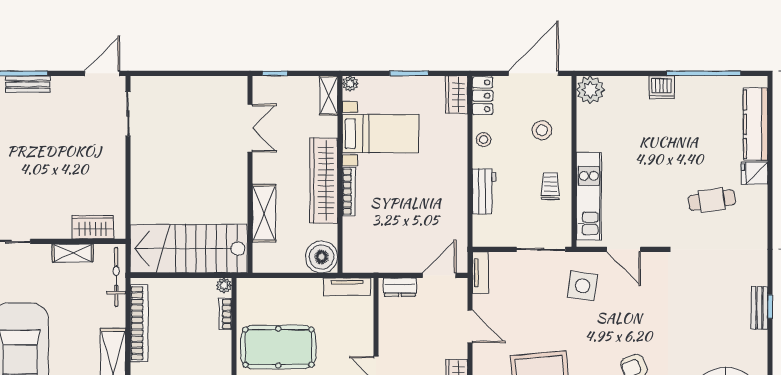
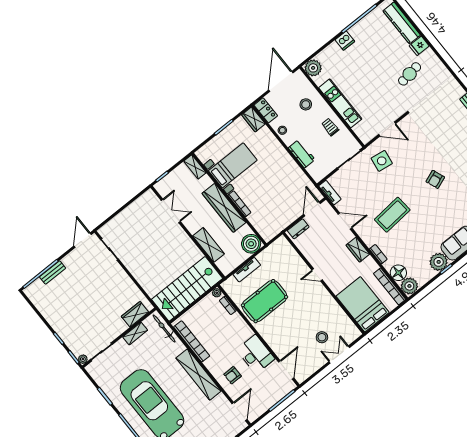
plant: (350, 84) -> (200, 154), removed
kitchen unit: (589, 196) -> (340, 103), moved
tv unit: (347, 287) -> (247, 270), moved

